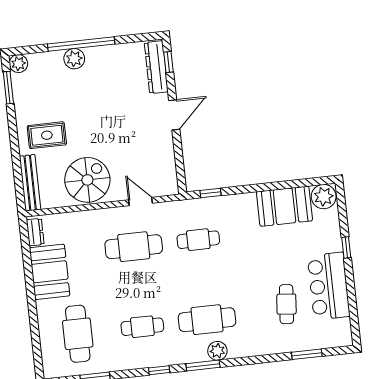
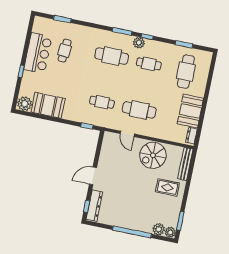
plant: (74, 59) -> (159, 229), moved
plant: (217, 351) -> (139, 43), moved

